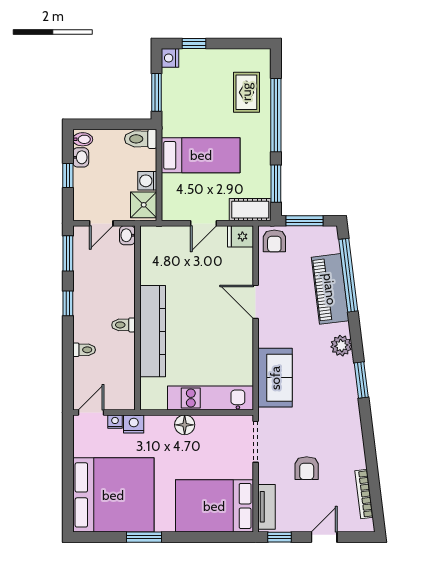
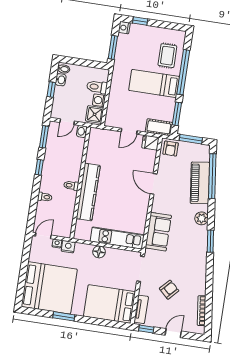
toilet: (141, 139) -> (97, 87), moved
bed: (201, 155) -> (154, 83), moved, turned 180
armchair: (307, 468) -> (169, 290), turned -137

